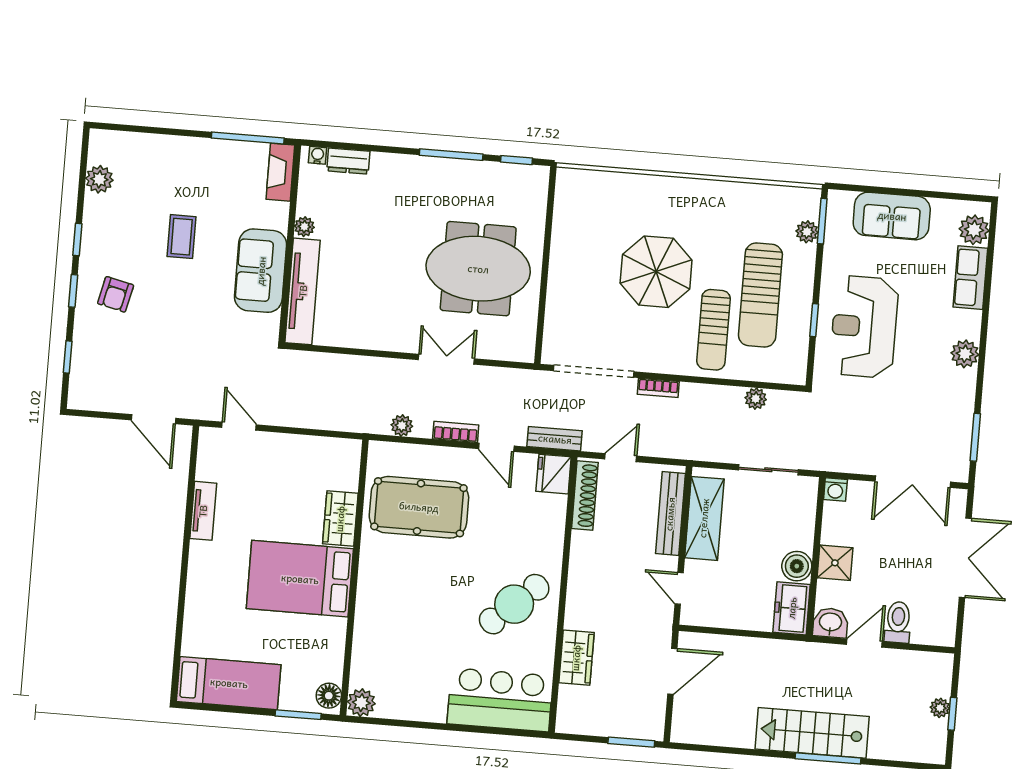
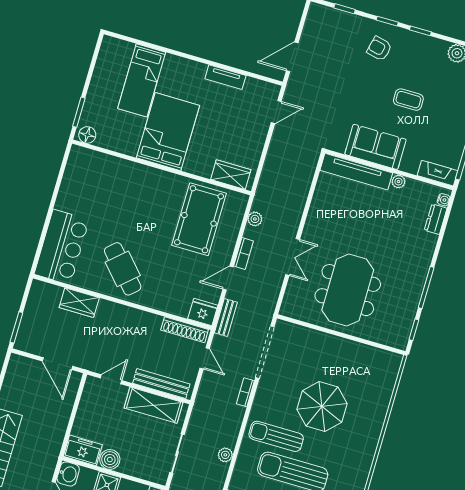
wardrobe: (340, 519) -> (231, 175), moved
bed: (229, 683) -> (142, 80), moved
plant: (361, 703) -> (78, 155), removed

